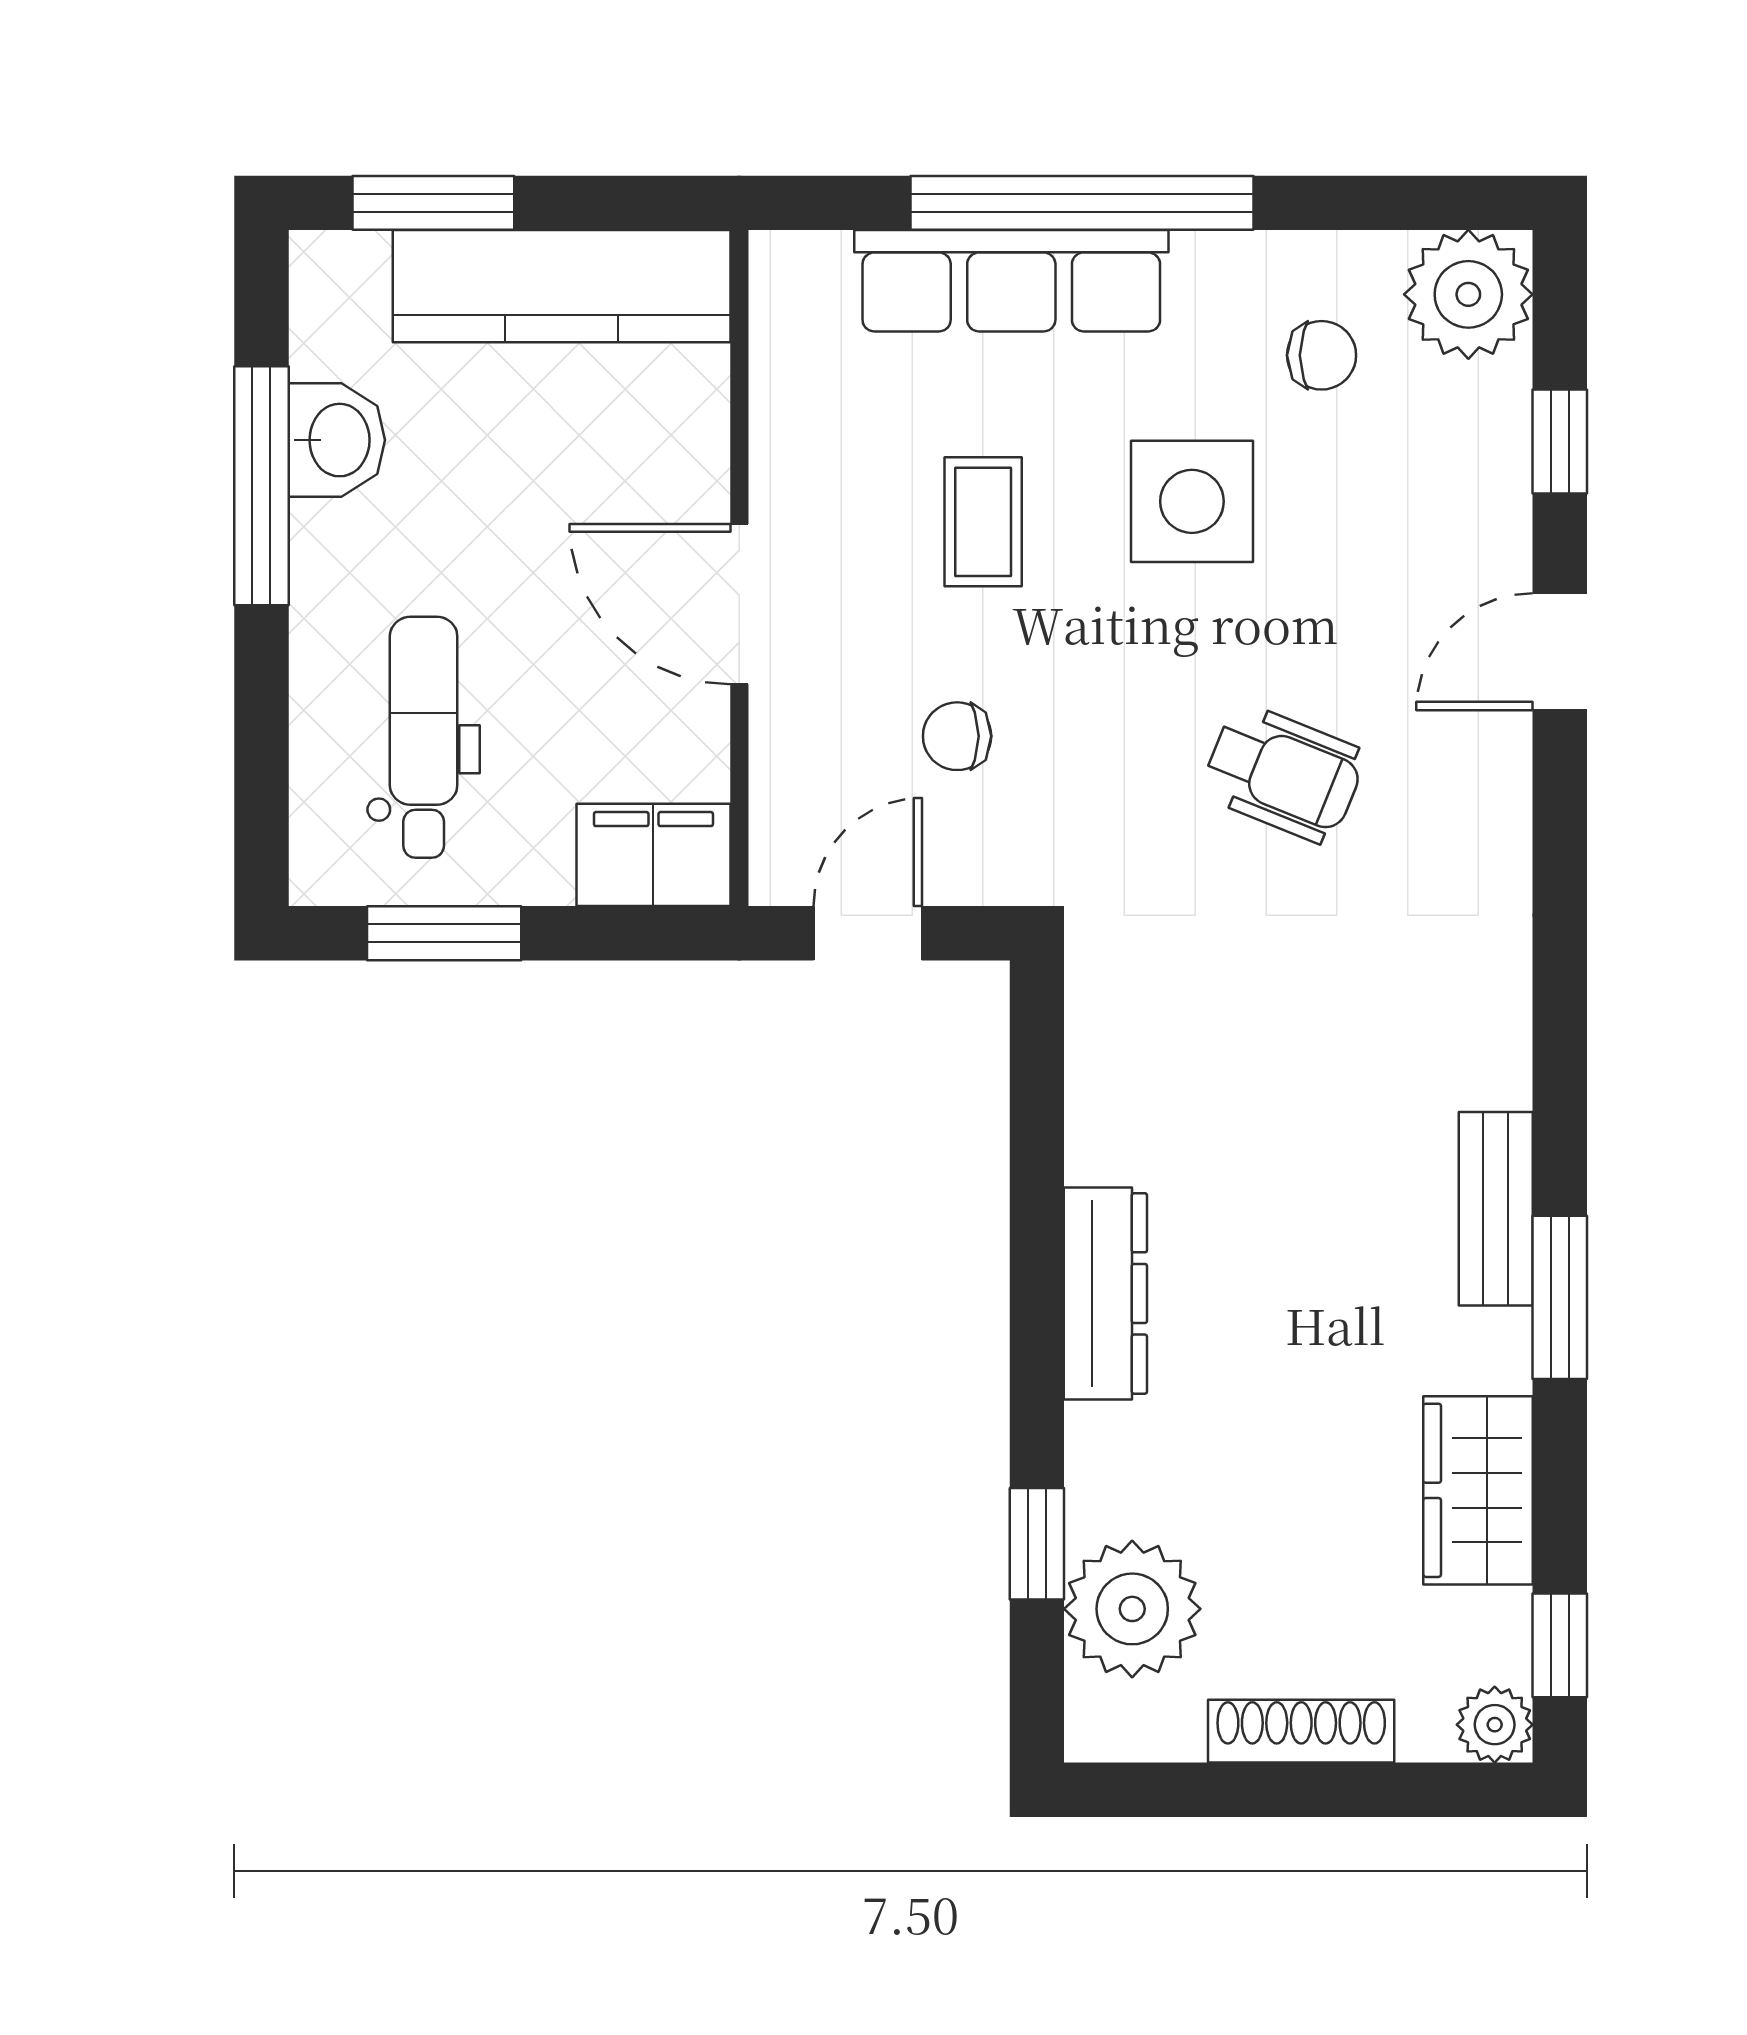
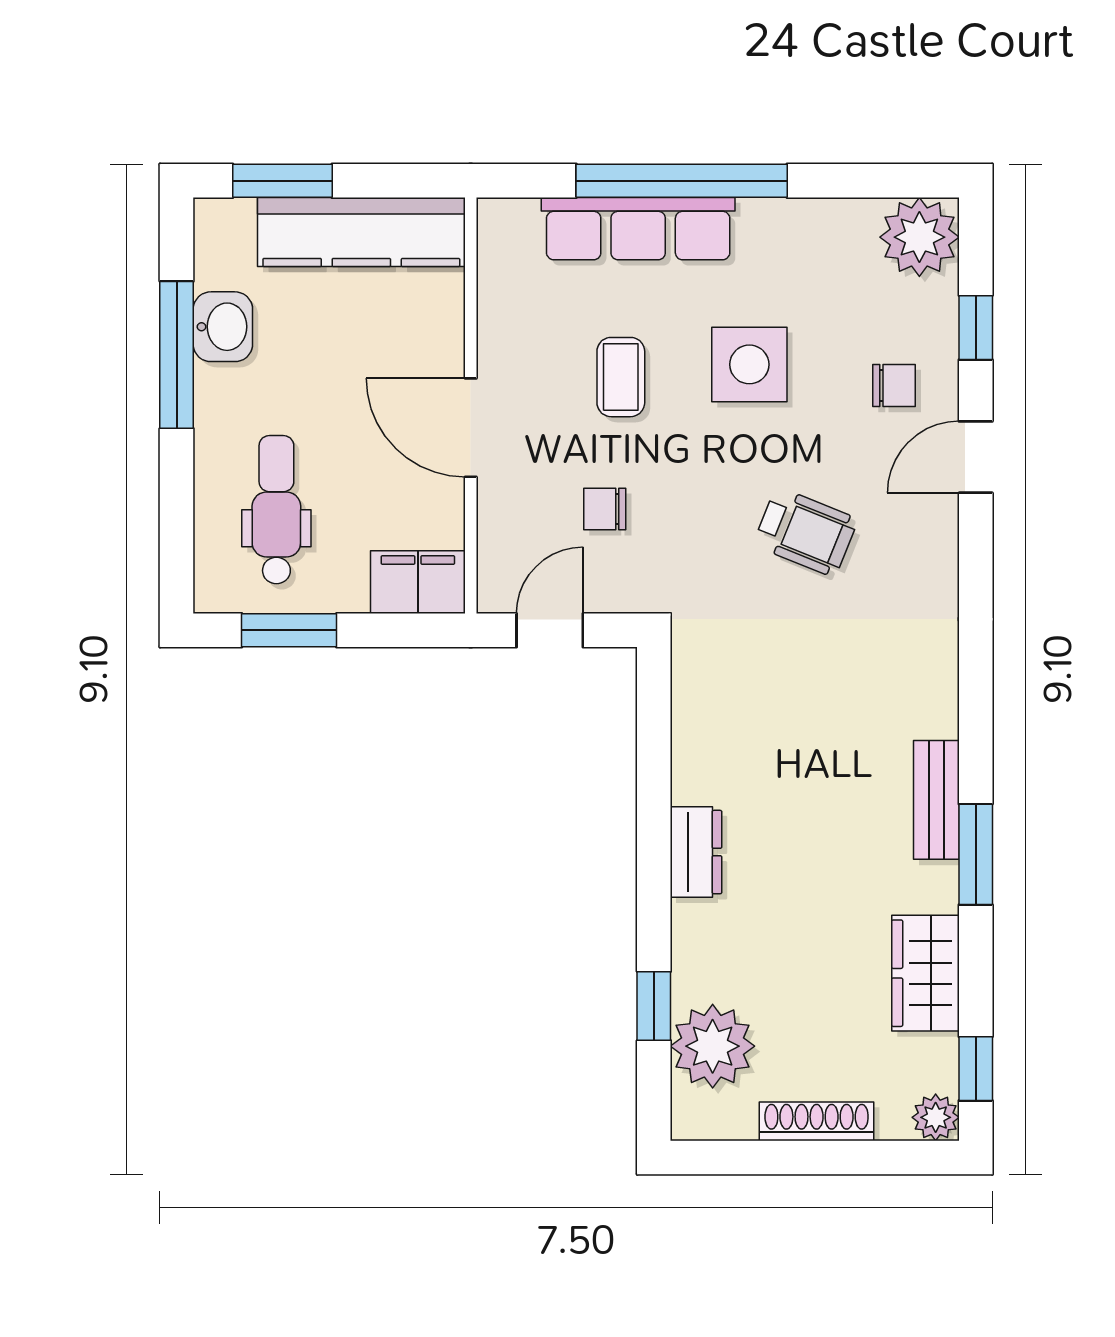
chair: (1322, 355) -> (894, 385), moved
dresser: (1105, 1293) -> (696, 852), width x0.70

